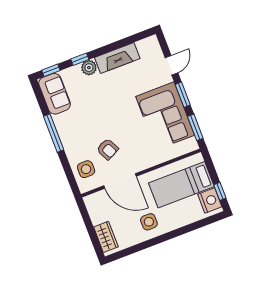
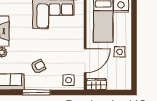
armchair: (108, 149) -> (38, 66), moved
wardrobe: (106, 237) -> (96, 84), moved

